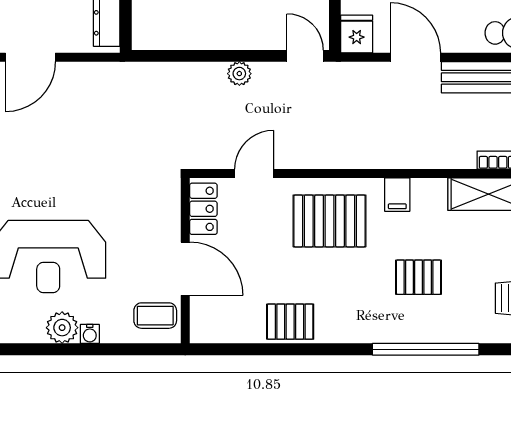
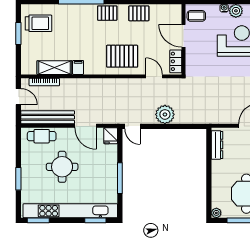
plant: (239, 74) -> (165, 114), width x1.88, depth x1.88
door: (254, 174) -> (154, 76), swing flipped
filing cabinet: (397, 195) -> (78, 67), moved
pallet: (419, 277) -> (107, 13), moved

